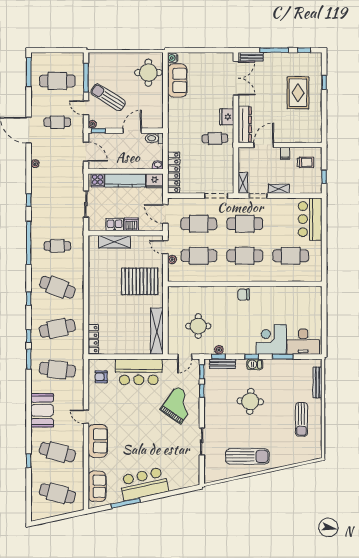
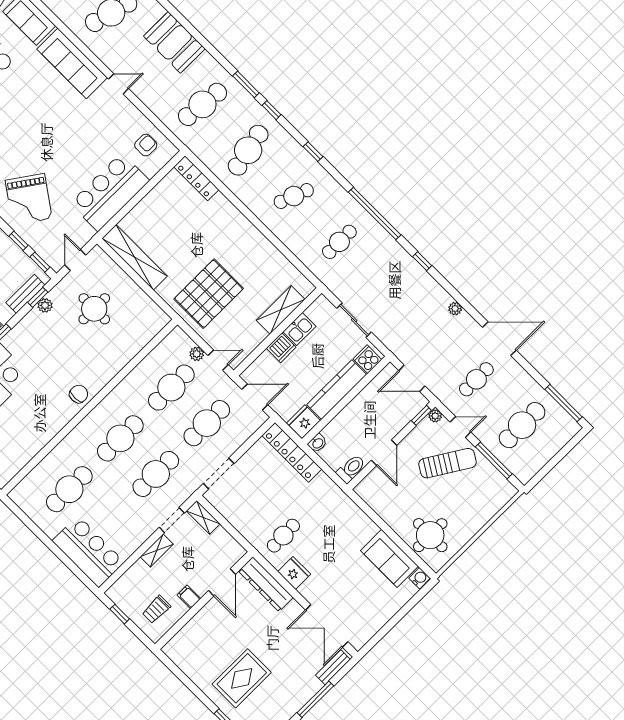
rug: (298, 93) -> (242, 678), turned 90
cafe table: (57, 287) -> (294, 196), width x0.73, depth x0.74
sofa: (98, 441) -> (72, 63), width x1.36

